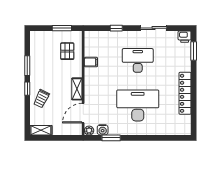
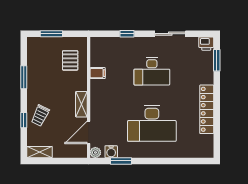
window: (62, 28) -> (51, 34), moved
desk: (138, 60) -> (152, 71), turned 180
window: (27, 89) -> (24, 120), moved
desk: (138, 105) -> (152, 123), turned 180

